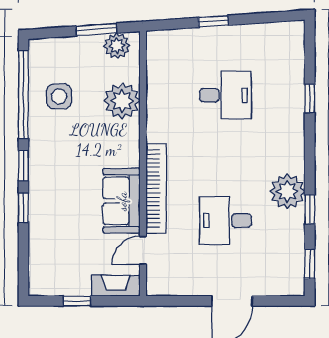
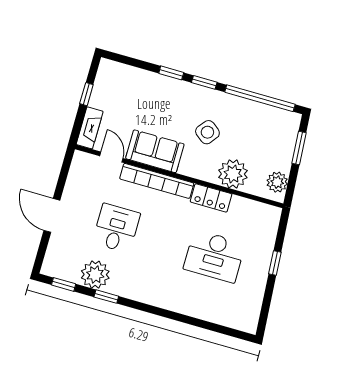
window: (96, 30) -> (299, 148), moved
desk: (225, 95) -> (214, 256), width x1.37
side table: (59, 96) -> (207, 132), moved, turned 38
window: (310, 99) -> (193, 321), removed
locker: (158, 119) -> (211, 198), added
plant: (287, 191) -> (95, 275), moved

